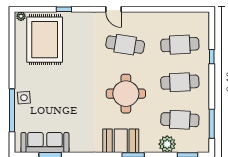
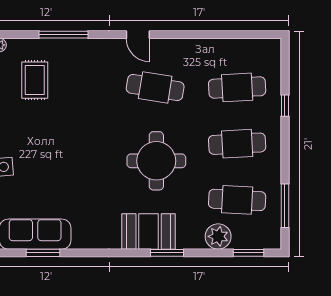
window: (64, 9) -> (64, 35), width x2.17
rug: (45, 40) -> (35, 80), width x0.54, depth x0.49

